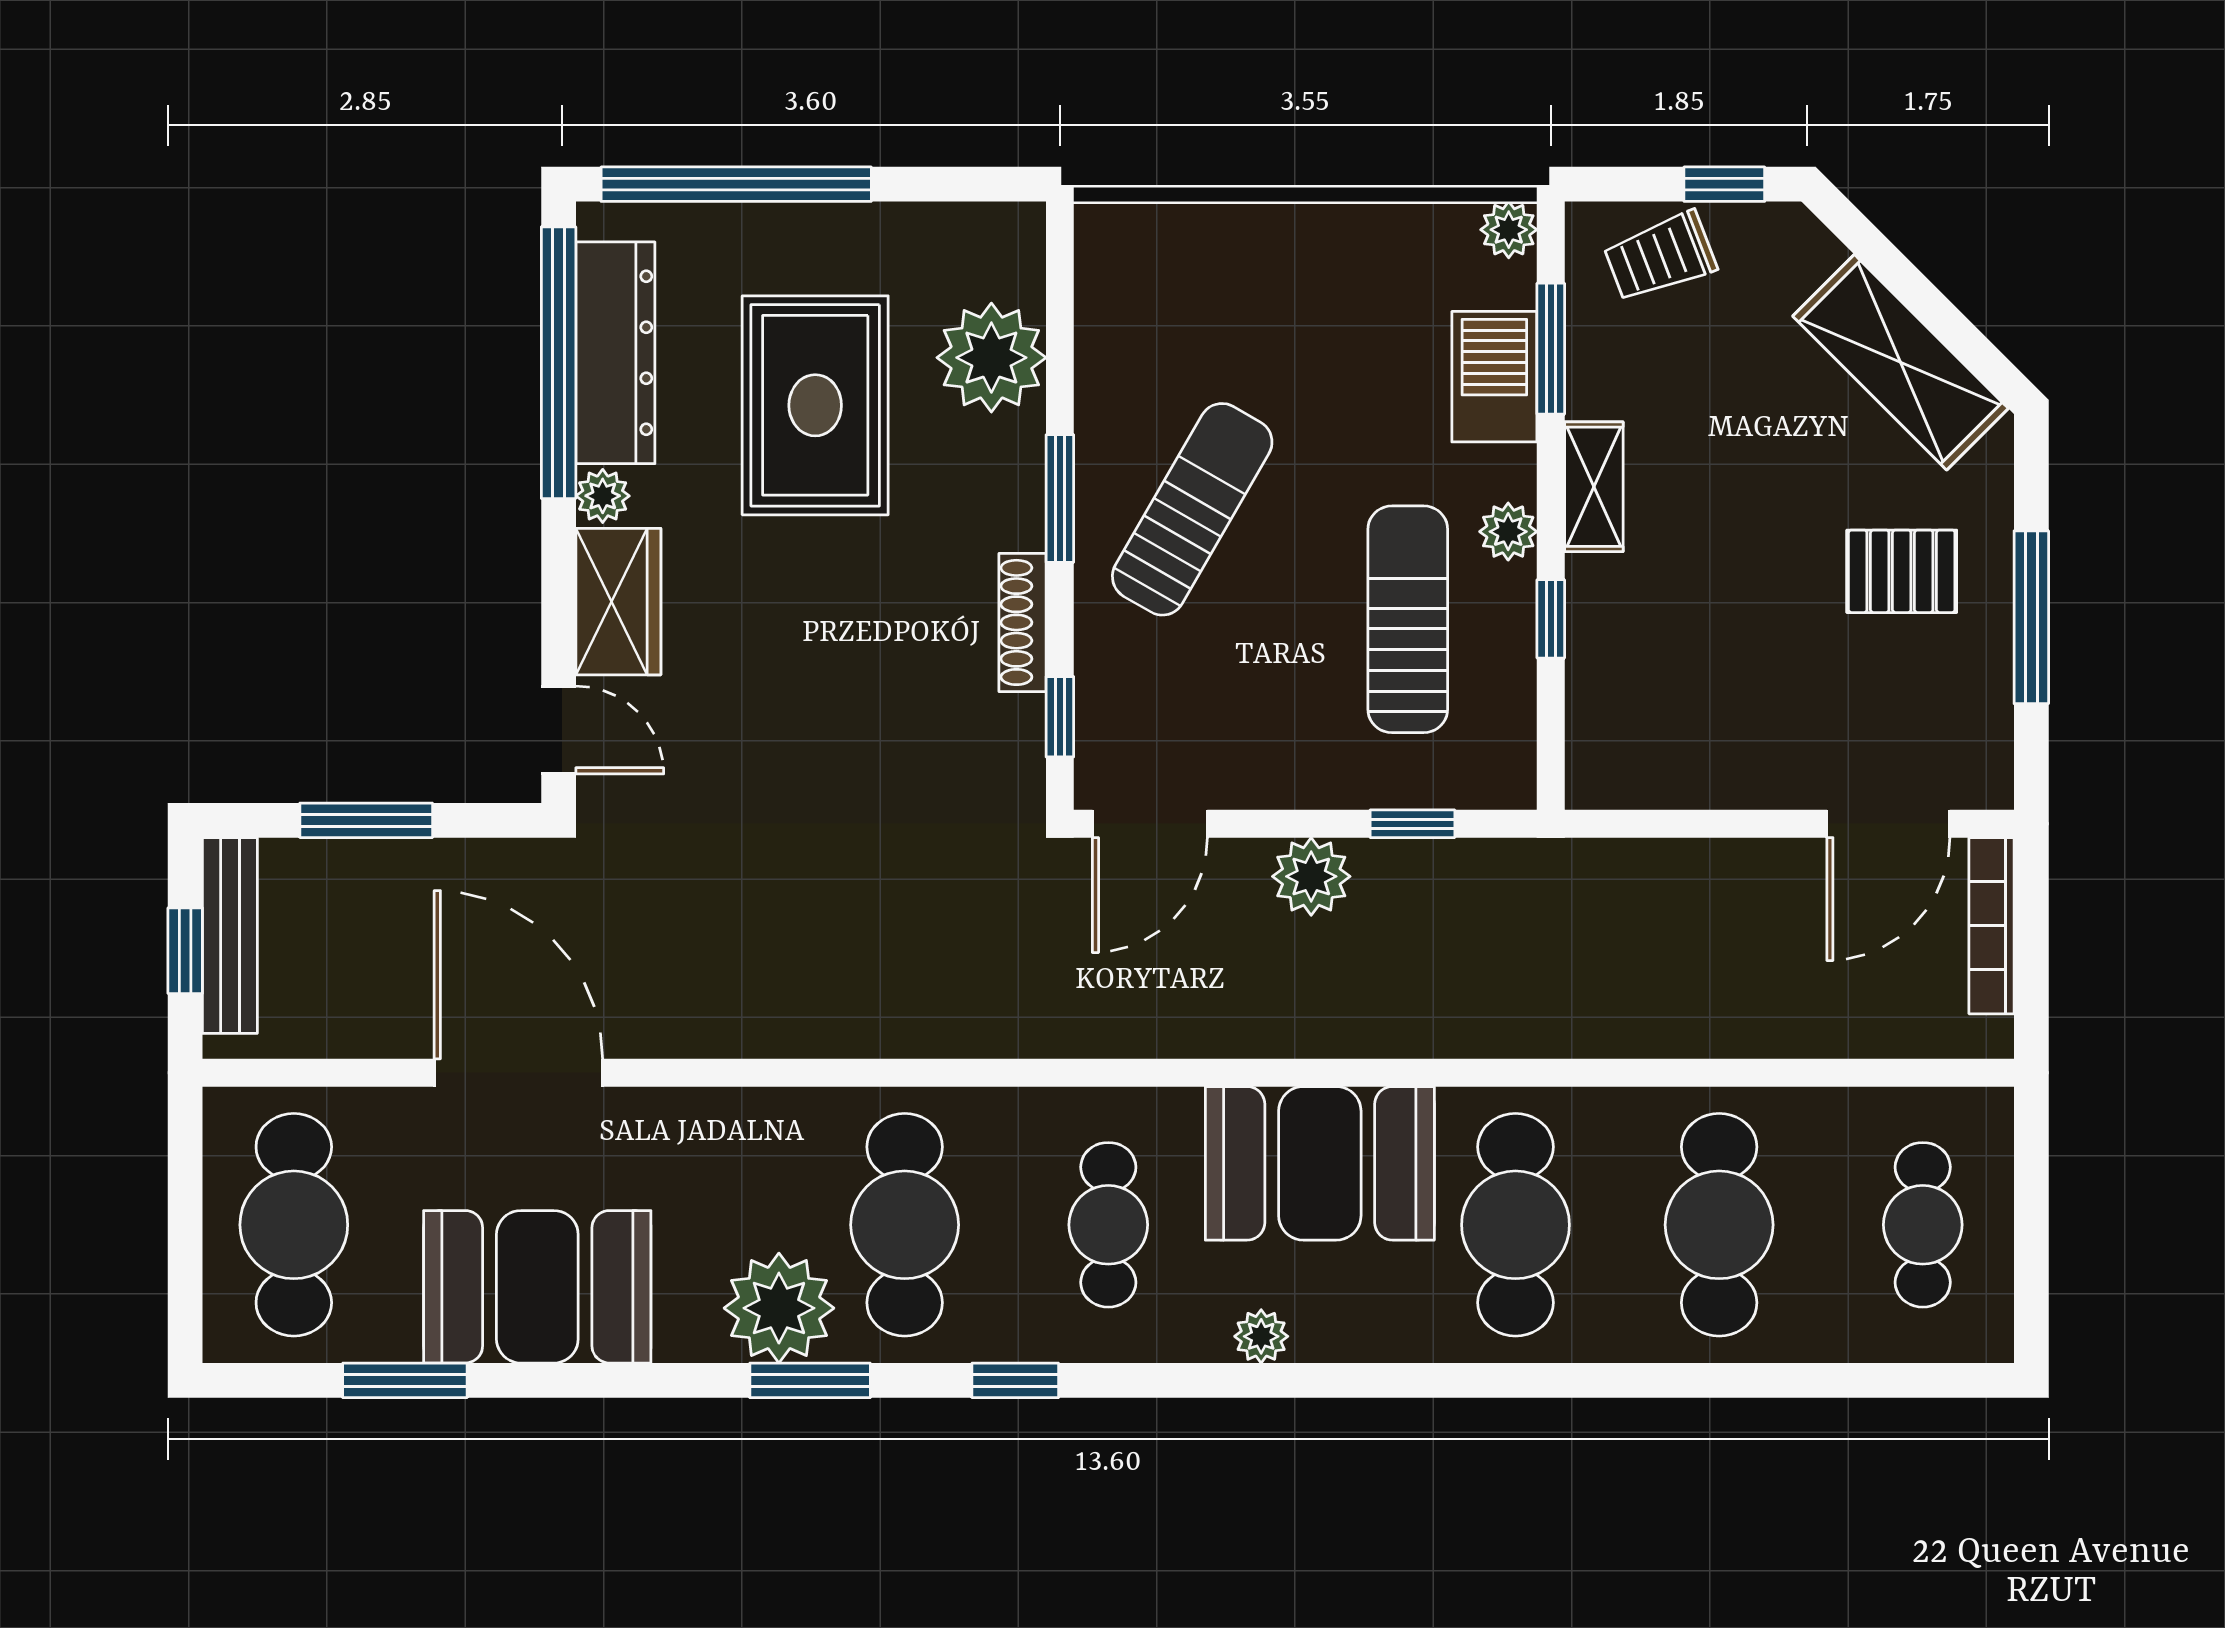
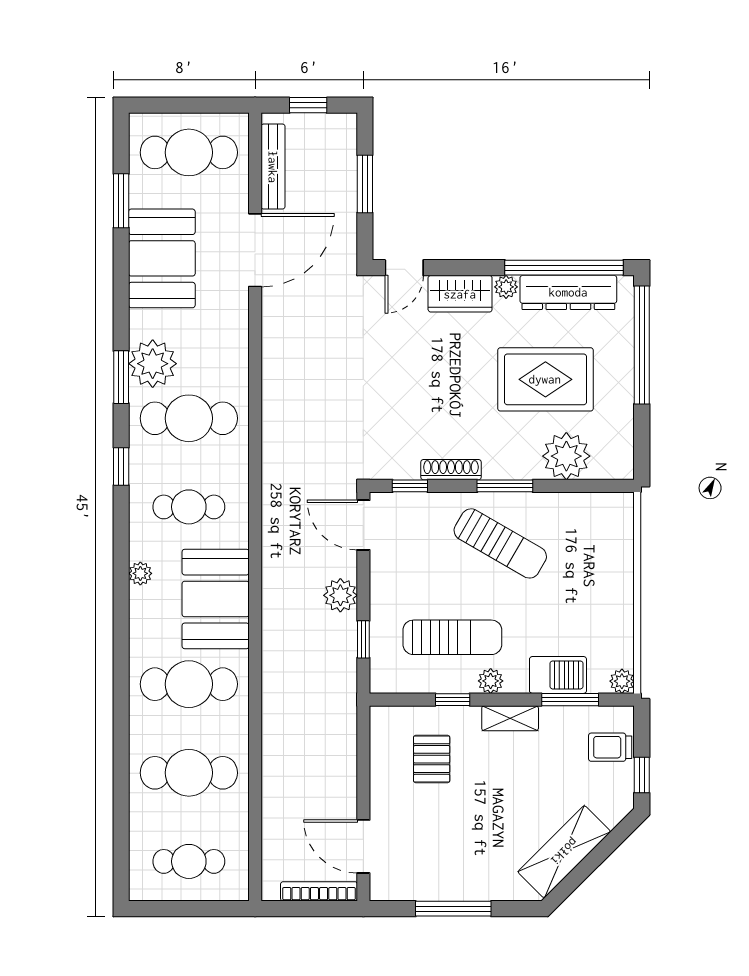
trolley: (1660, 257) -> (610, 747), turned -69
pallet: (1902, 571) -> (432, 759), moved
bench: (230, 936) -> (273, 167), moved, turned 90

